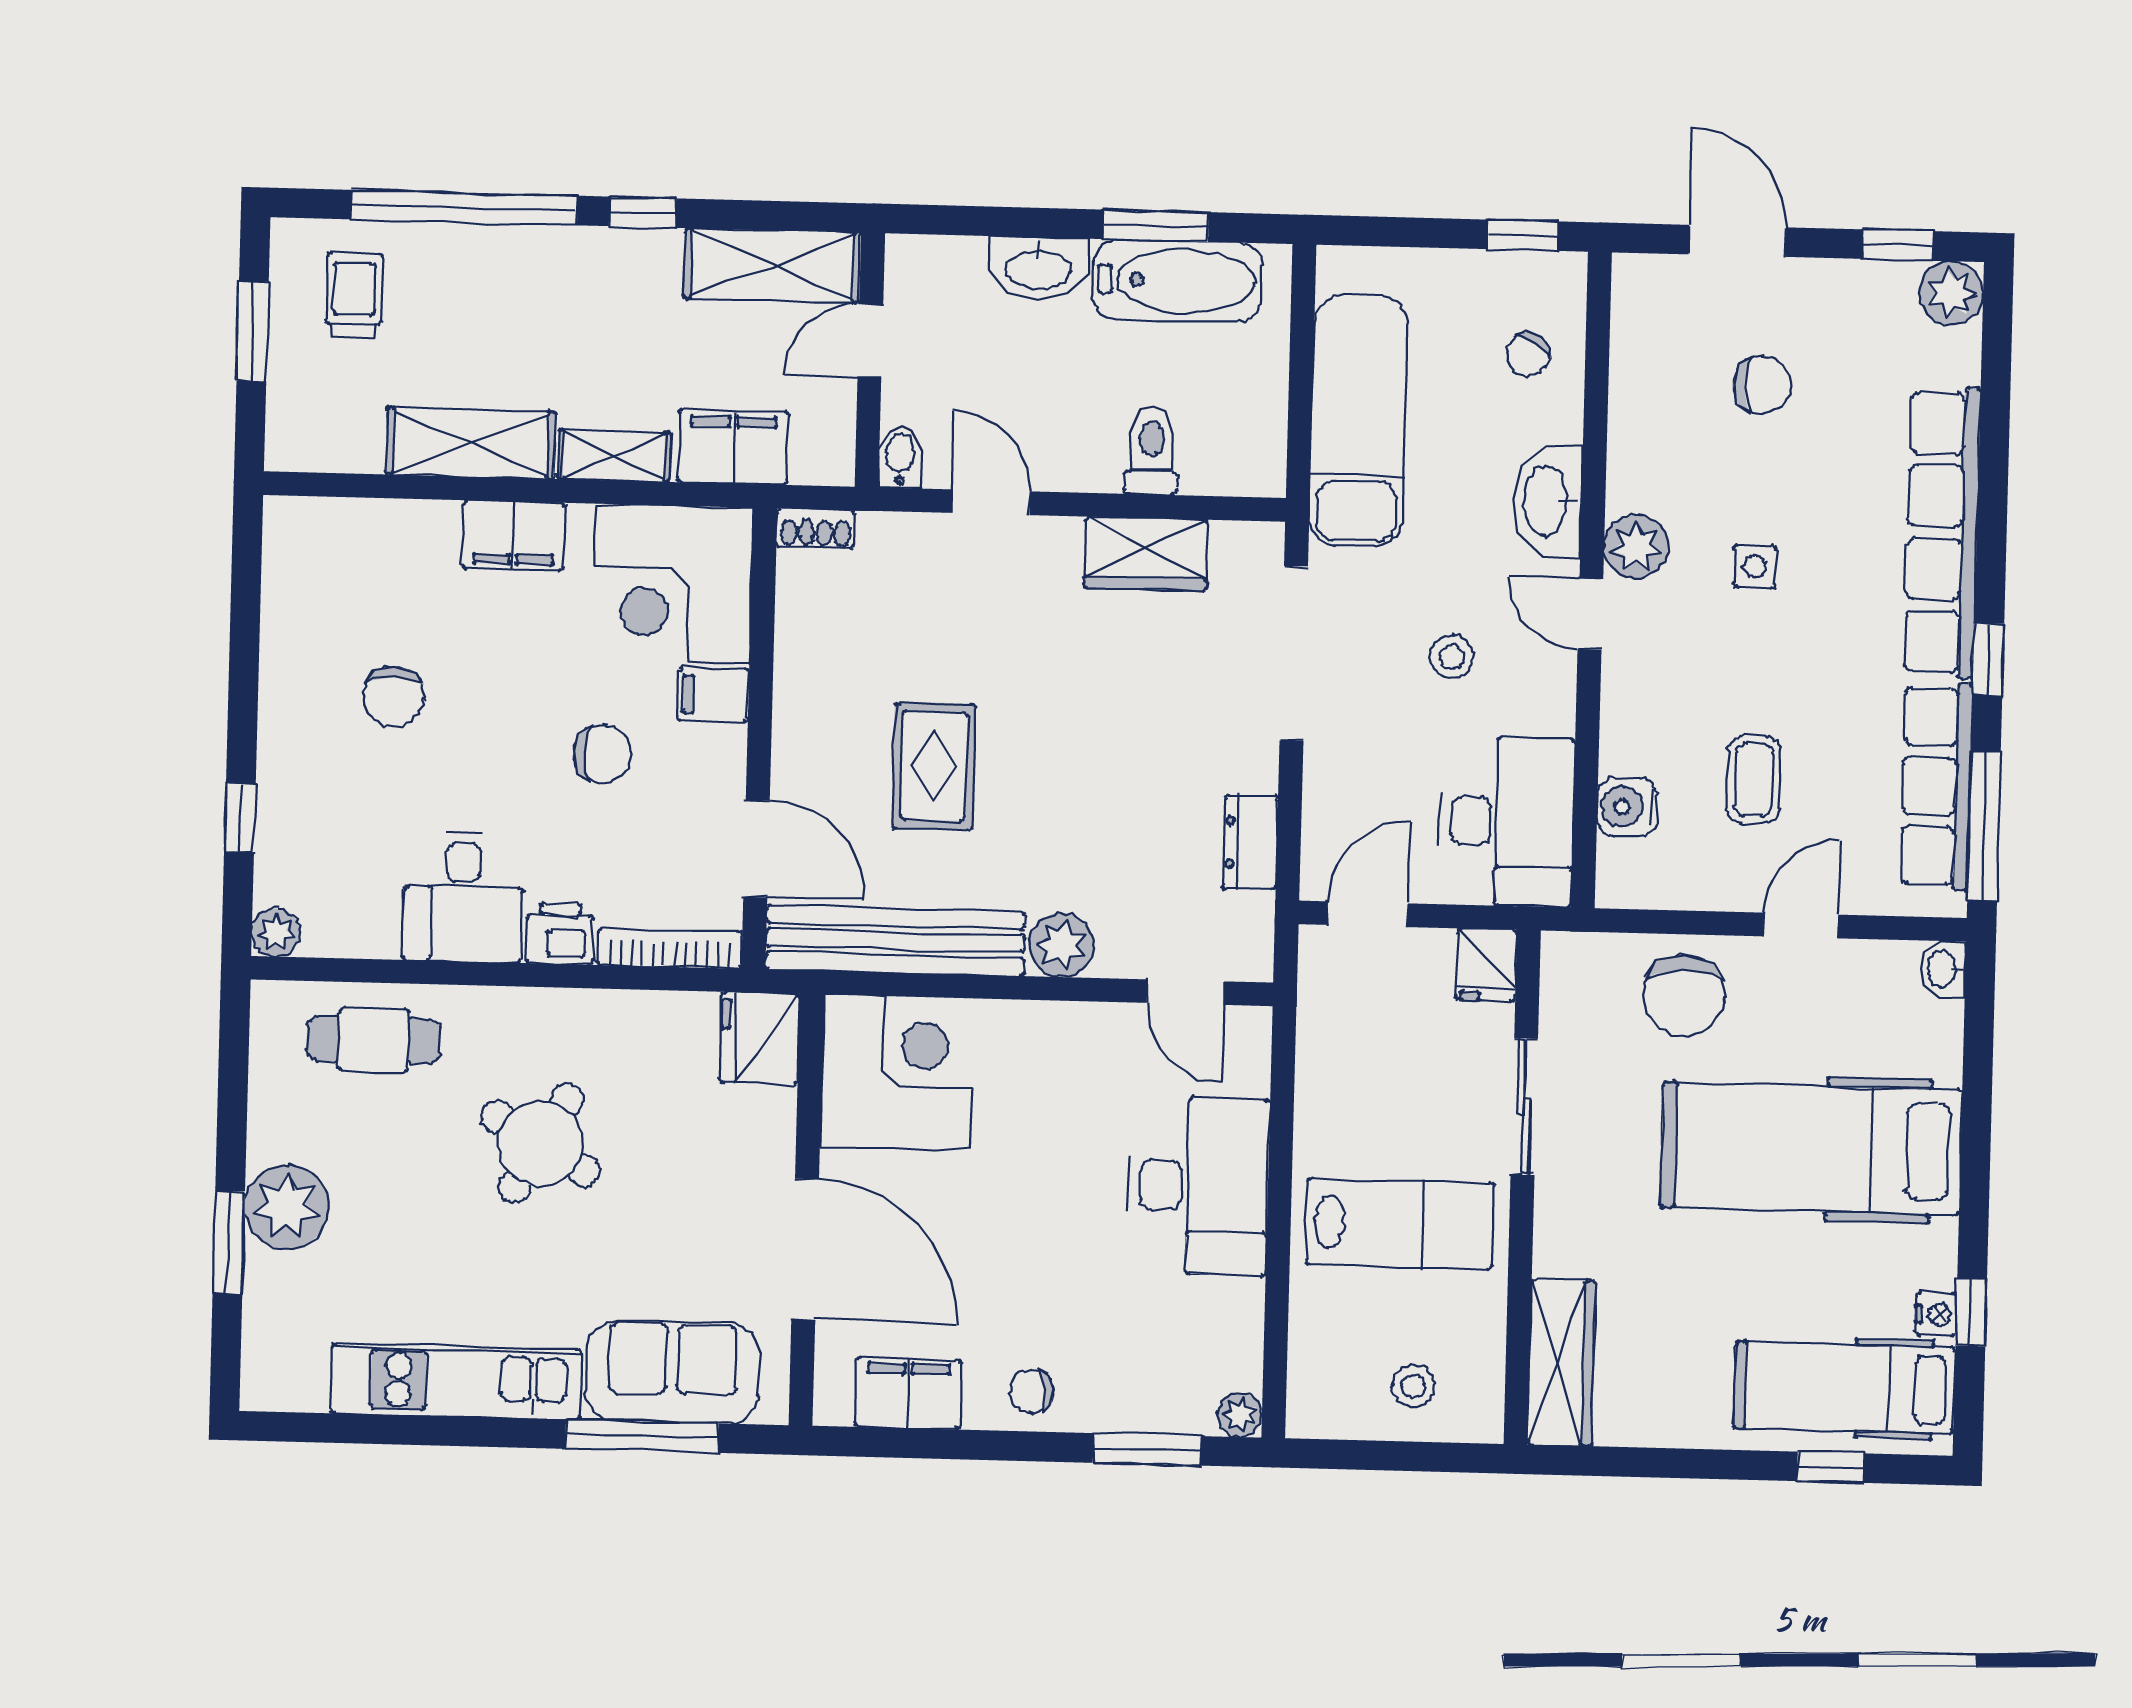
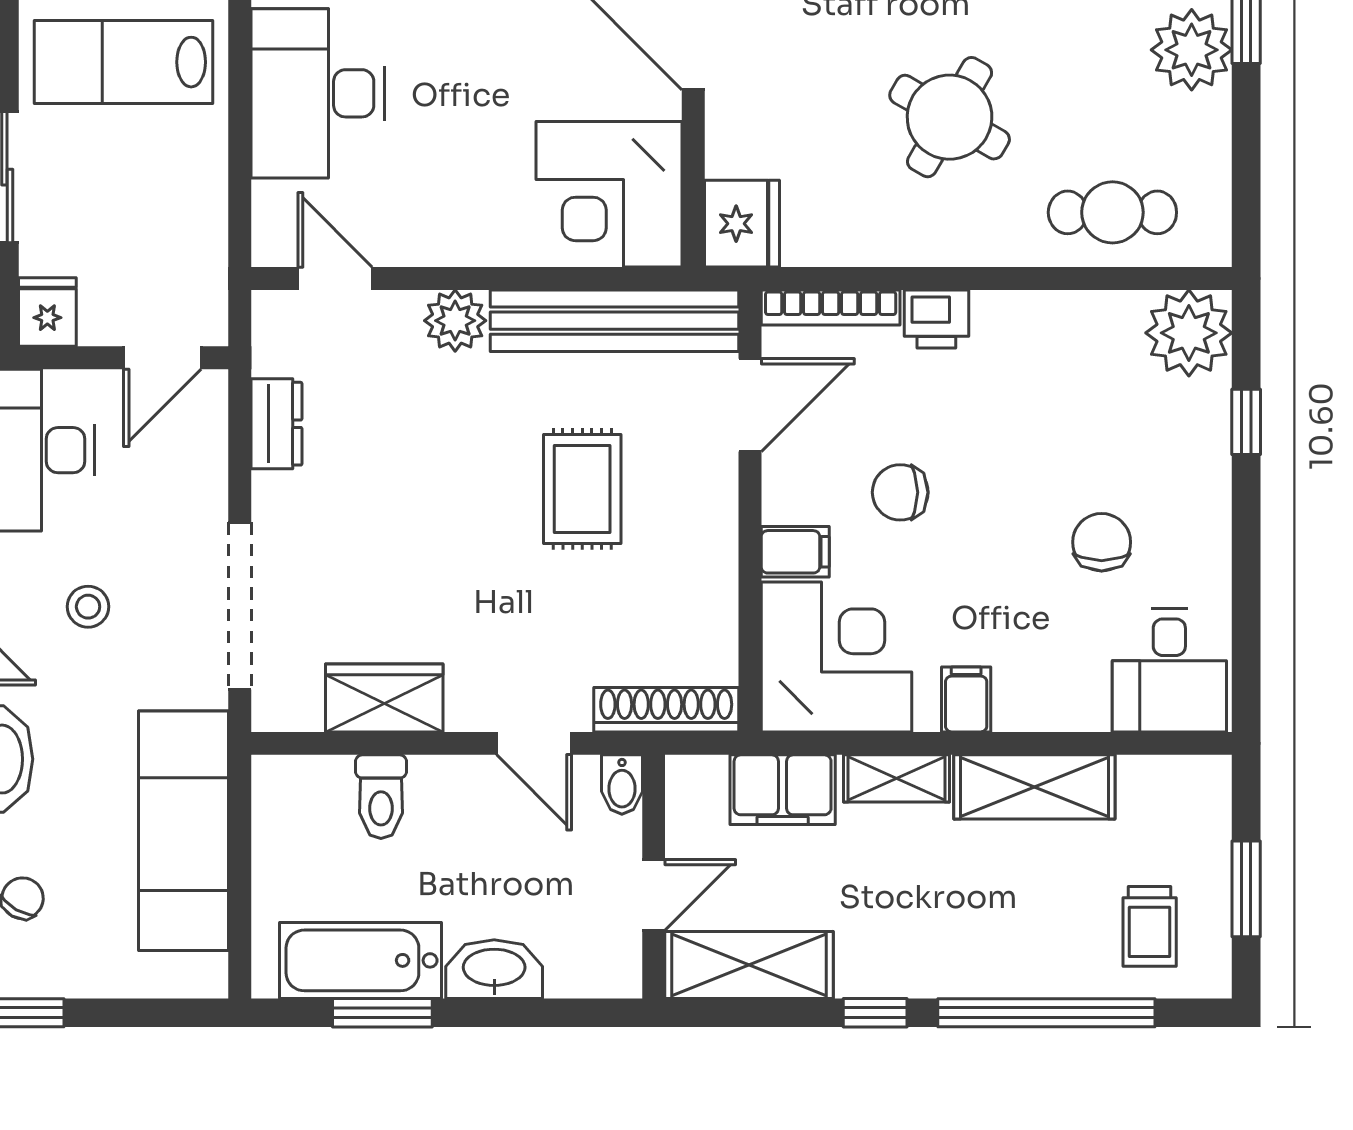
shoe rack: (816, 528) -> (666, 710), width x1.94, depth x1.24
filing cabinet: (514, 536) -> (966, 699), width x0.50
door: (756, 849) -> (750, 405), swing flipped
desk: (463, 897) -> (1169, 670), moved, turned 180
plant: (276, 932) -> (1189, 333), width x1.87, depth x1.87

